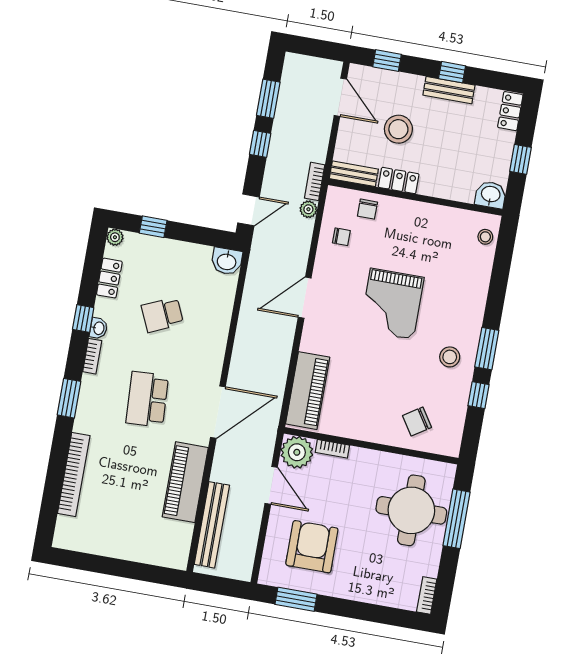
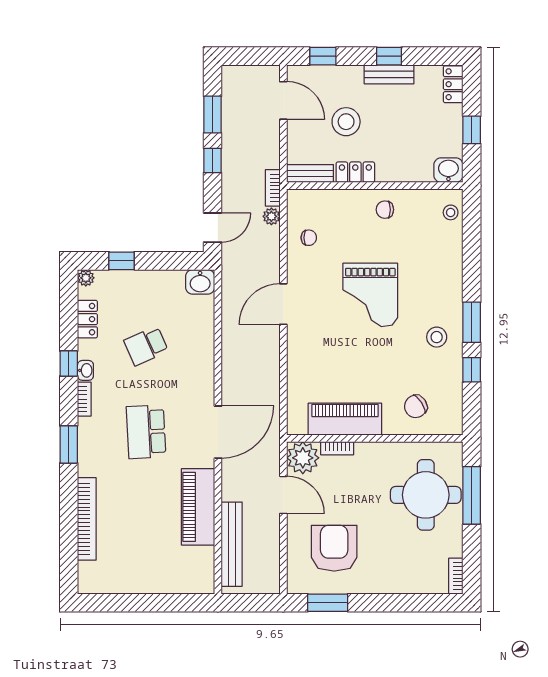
chair: (367, 209) -> (385, 210), moved, turned 90
piano: (308, 391) -> (345, 419), moved, turned -90

